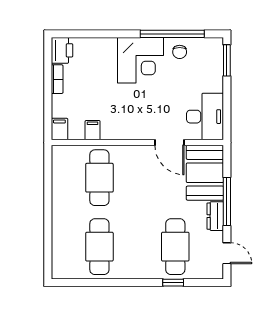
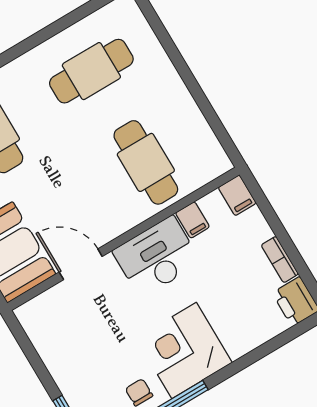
desk: (205, 117) -> (157, 257), moved, turned 90
cafe table: (99, 247) -> (91, 71), turned 90

